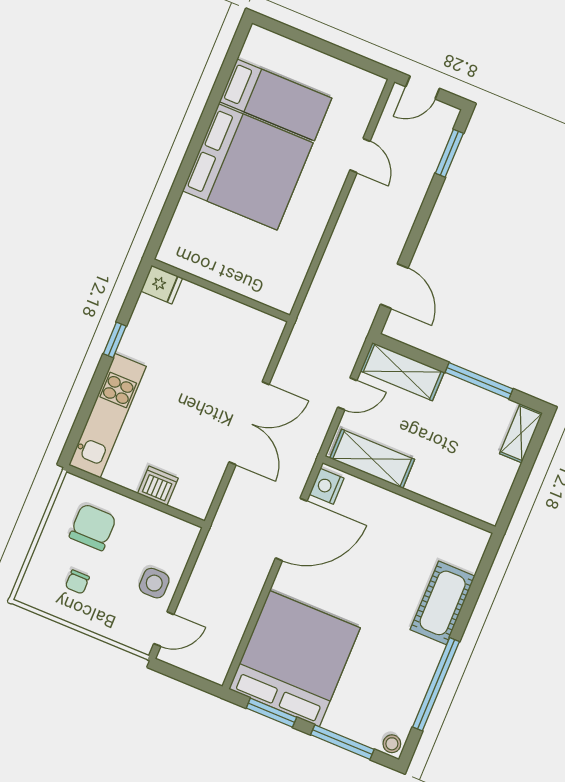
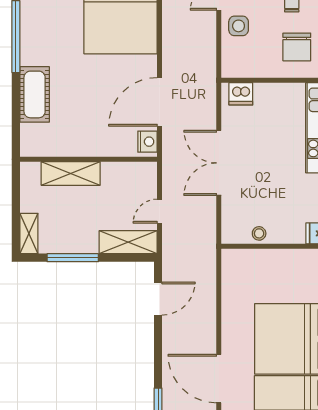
door: (360, 156) -> (219, 379), width x1.87
door: (394, 286) -> (158, 299), swing flipped
stool: (235, 315) -> (259, 233), added
shelving: (372, 459) -> (71, 173), moved
dishwasher: (158, 486) -> (241, 94), moved

